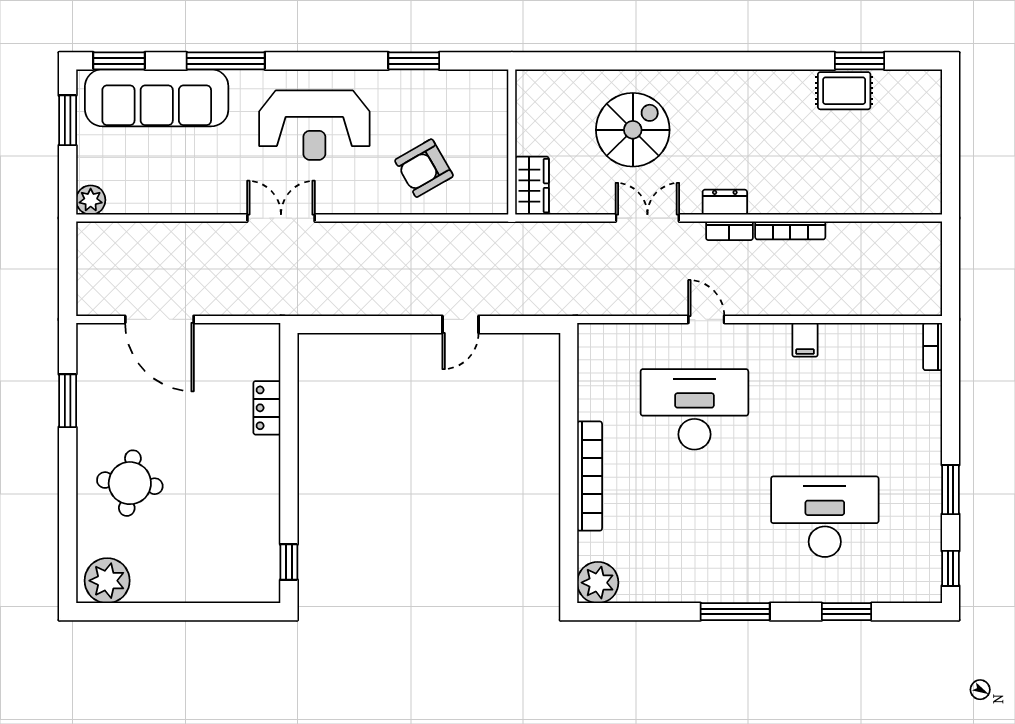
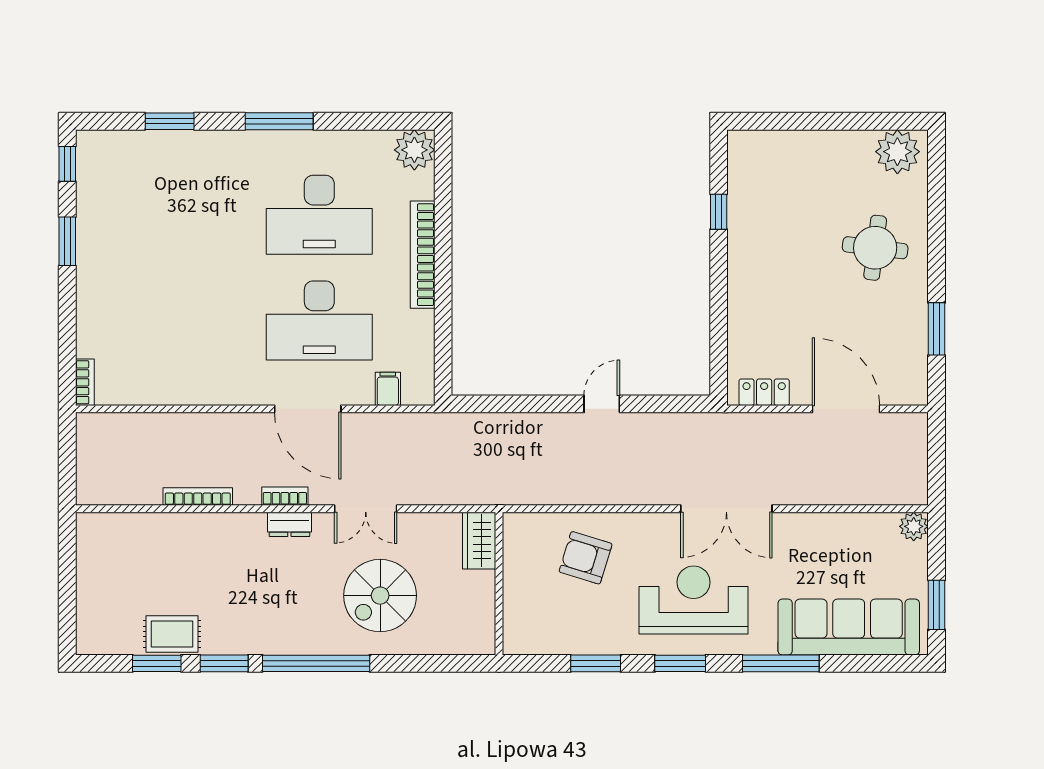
window: (119, 61) -> (680, 663), moved
window: (698, 61) -> (316, 663), added
window: (791, 61) -> (224, 663), added
armchair: (424, 168) -> (586, 558), turned -133
double door: (281, 218) -> (726, 509), width x1.37
bookcase: (790, 230) -> (198, 497), moved
door: (706, 319) -> (308, 409), width x1.88
door: (461, 324) -> (602, 404), moved
filing cabinet: (805, 340) -> (388, 389), moved
locker: (267, 408) -> (764, 392), moved, turned -90
desk: (825, 517) -> (319, 215), moved
window: (289, 562) -> (719, 212), moved

